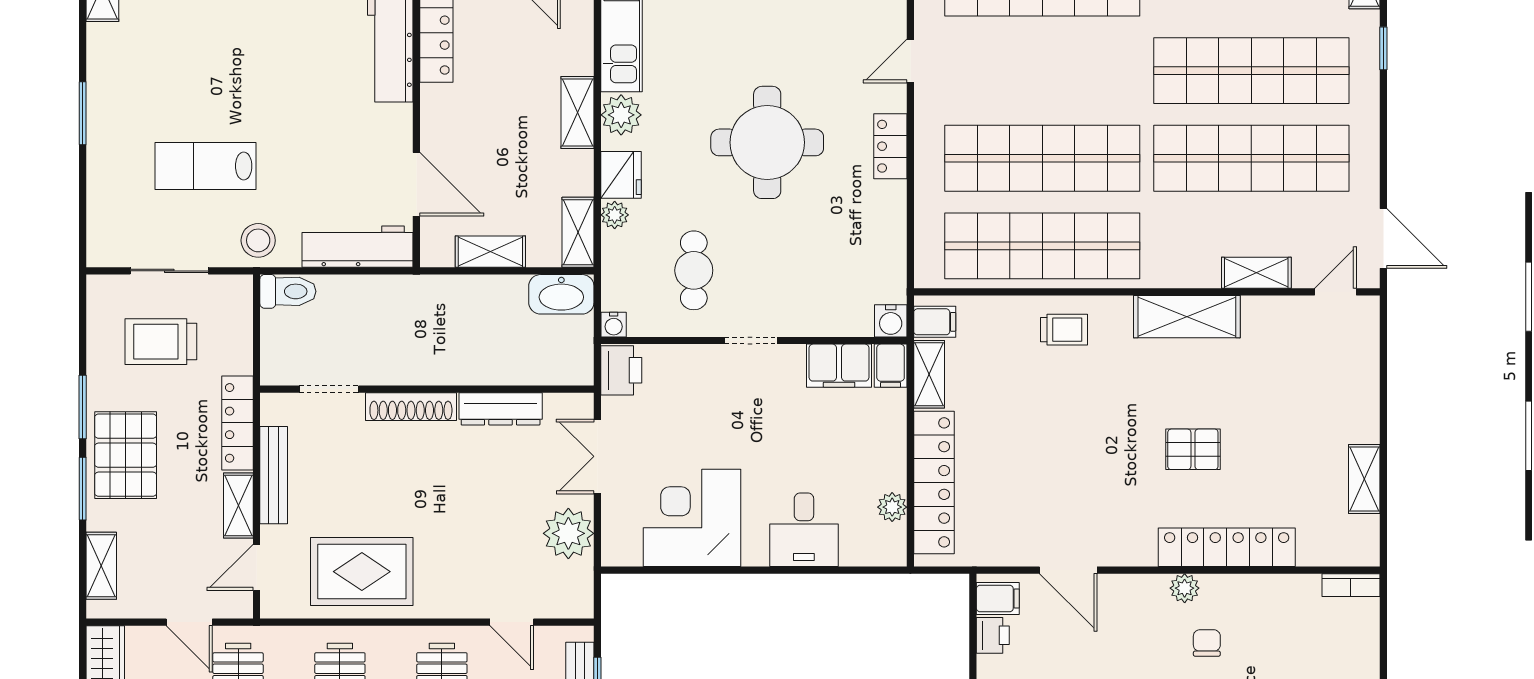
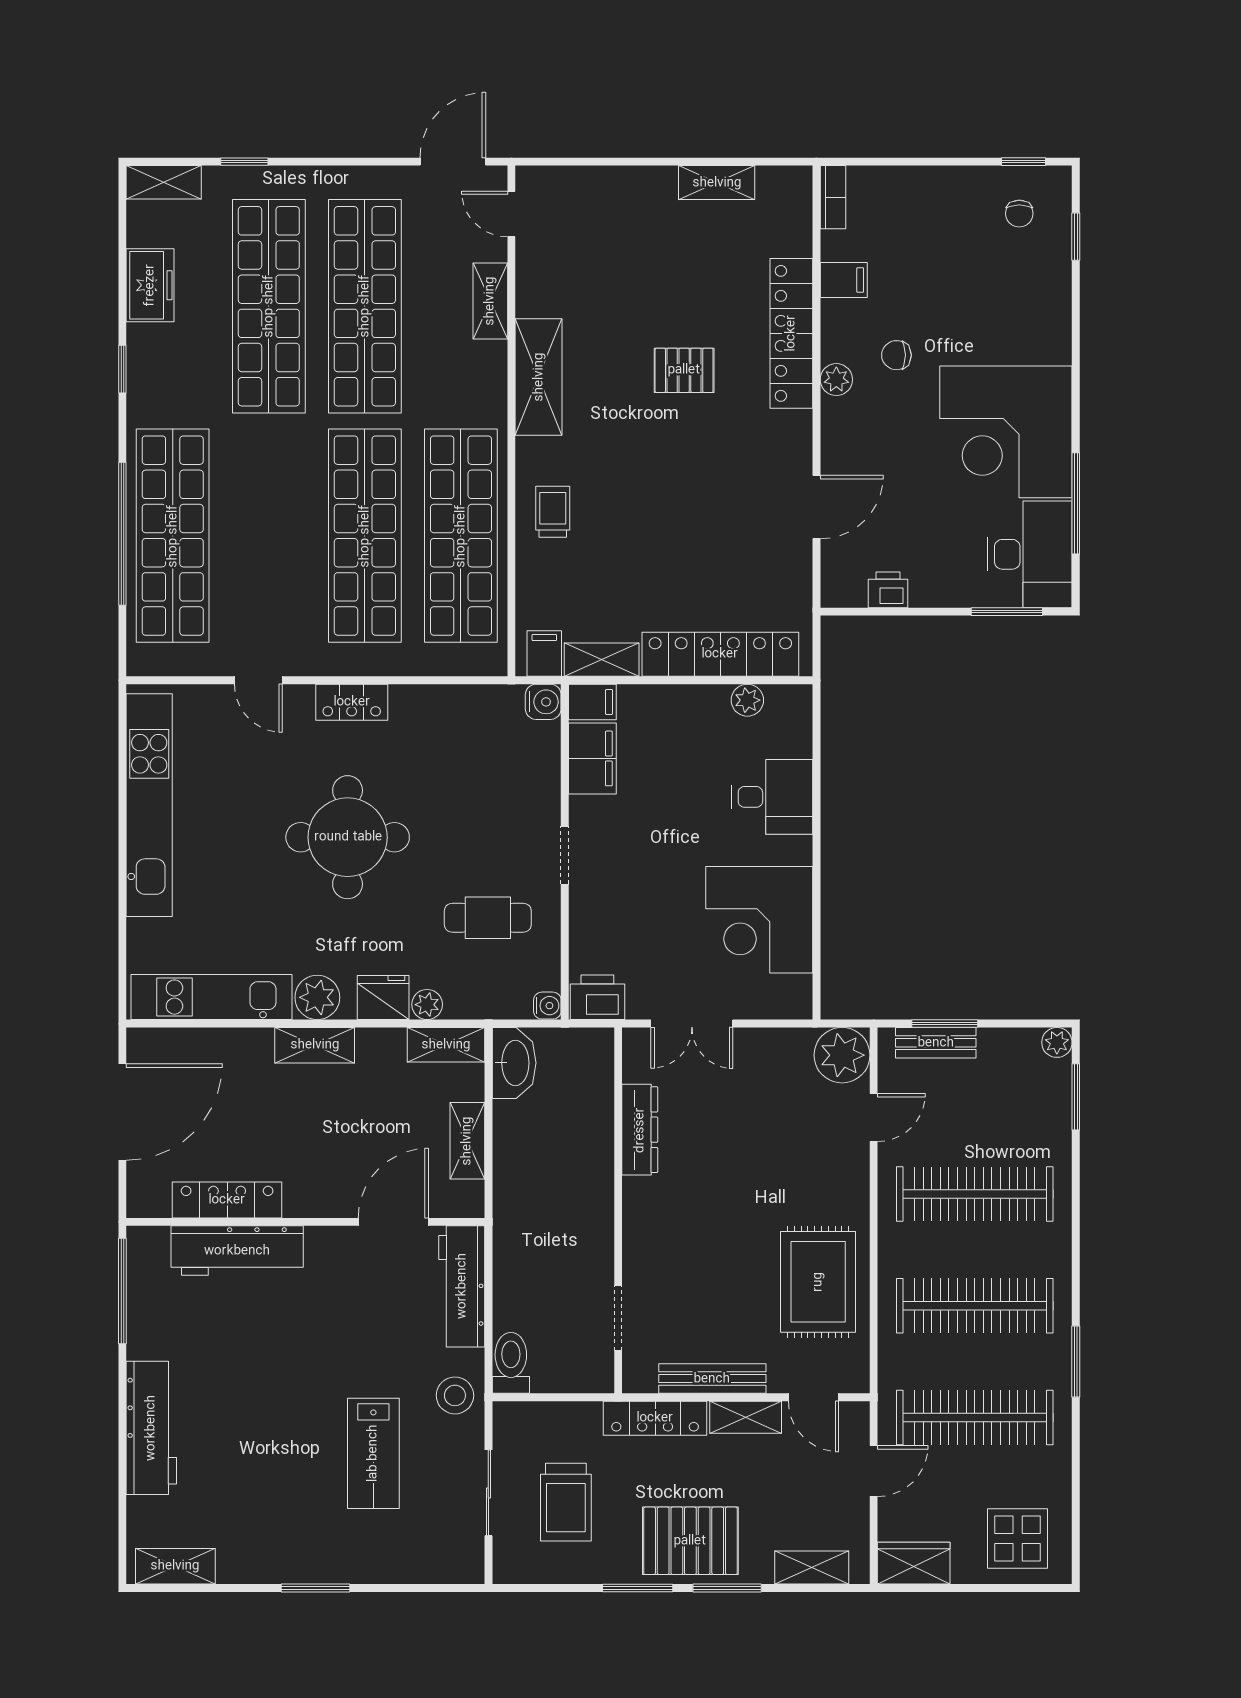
shoe rack: (411, 407) -> (637, 1228), removed
pallet: (1193, 449) -> (684, 370), turned 90
plant: (568, 533) -> (842, 1055), moved
filing cabinet: (998, 599) -> (844, 280), moved, turned 90

